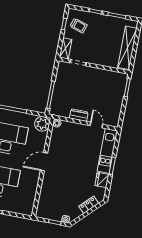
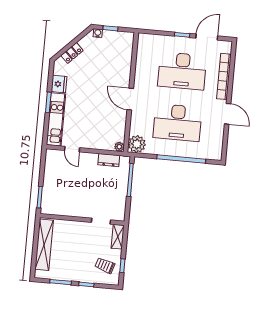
dresser: (79, 115) -> (109, 160), moved
door: (44, 162) -> (130, 99), swing flipped

